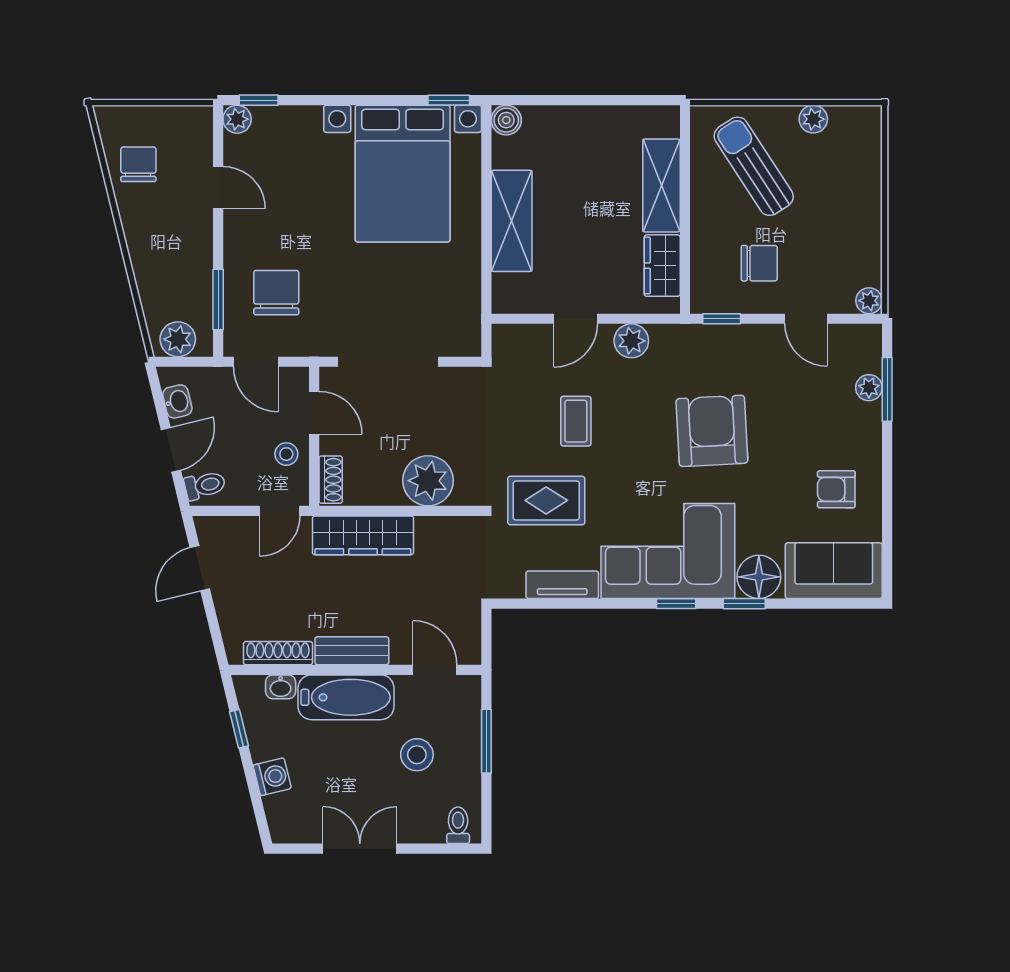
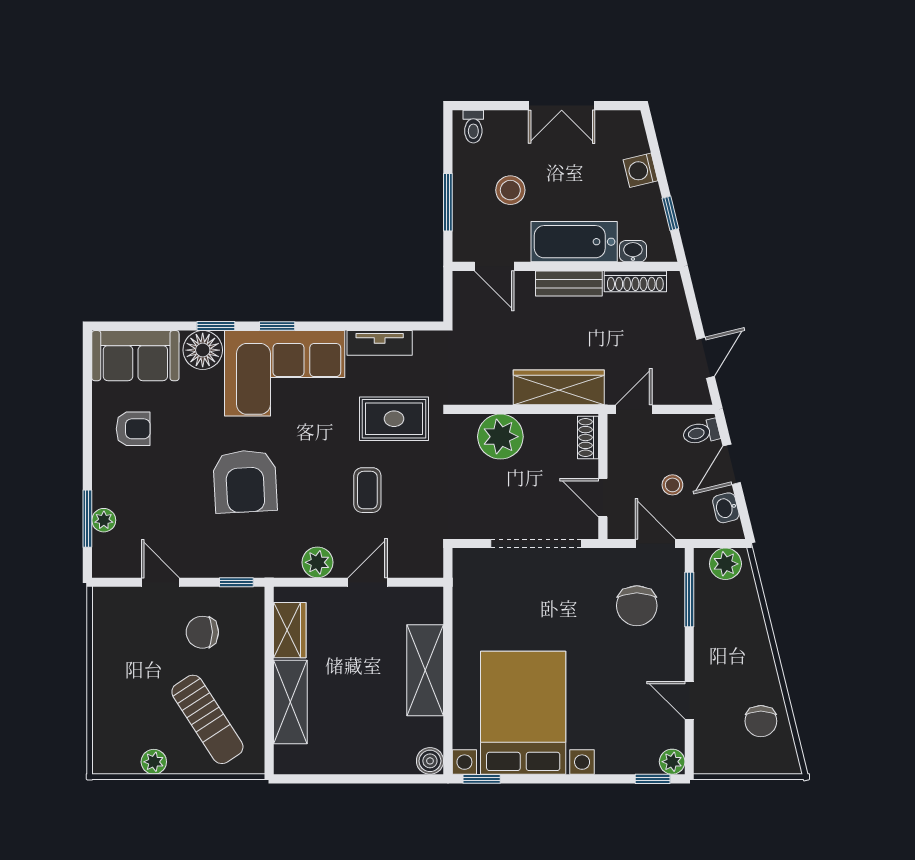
plant: (869, 301) -> (104, 598), removed
stool: (286, 454) -> (672, 485), moved

